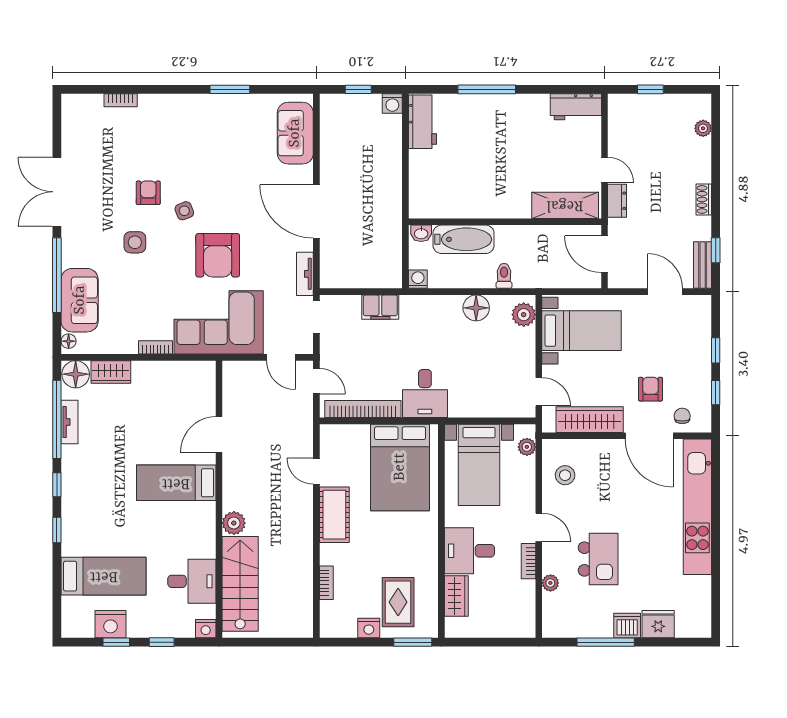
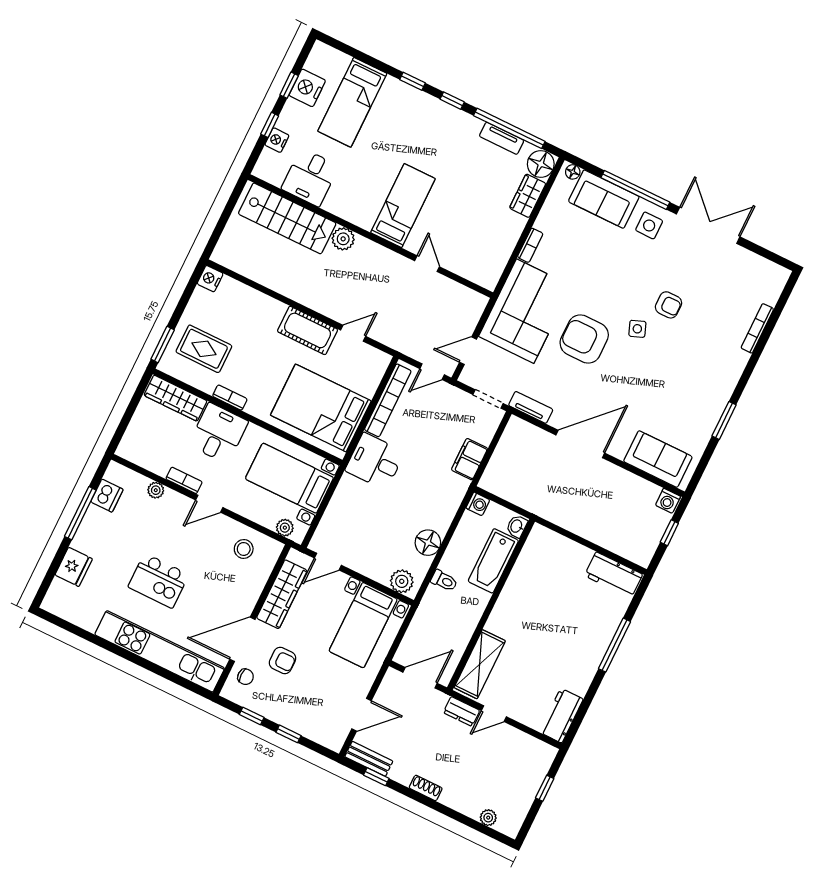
bookcase: (121, 100) -> (757, 328), width x1.56
washing machine: (392, 103) -> (668, 501), moved, turned -90
side table: (135, 242) -> (649, 225), moved
door: (219, 434) -> (427, 264), width x0.73
kitchen island: (598, 559) -> (158, 581), moved
bookcase: (326, 583) -> (230, 398), moved, turned 180
wardrobe: (456, 596) -> (175, 398), width x1.50
dishwasher: (627, 626) -> (107, 496), moved
nightstand: (369, 628) -> (210, 279), moved
nightstand: (206, 629) -> (277, 140), moved

